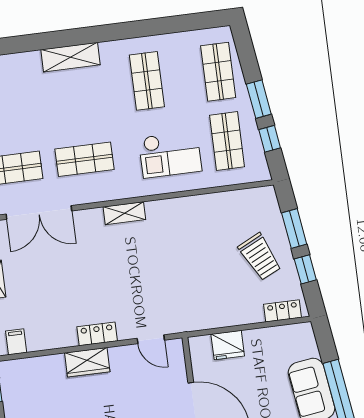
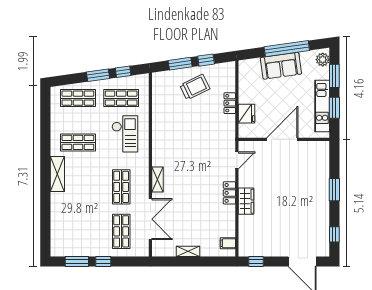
shelving: (70, 57) -> (57, 174), moved
shelving: (124, 213) -> (157, 179), moved
locker: (283, 311) -> (230, 103), moved

